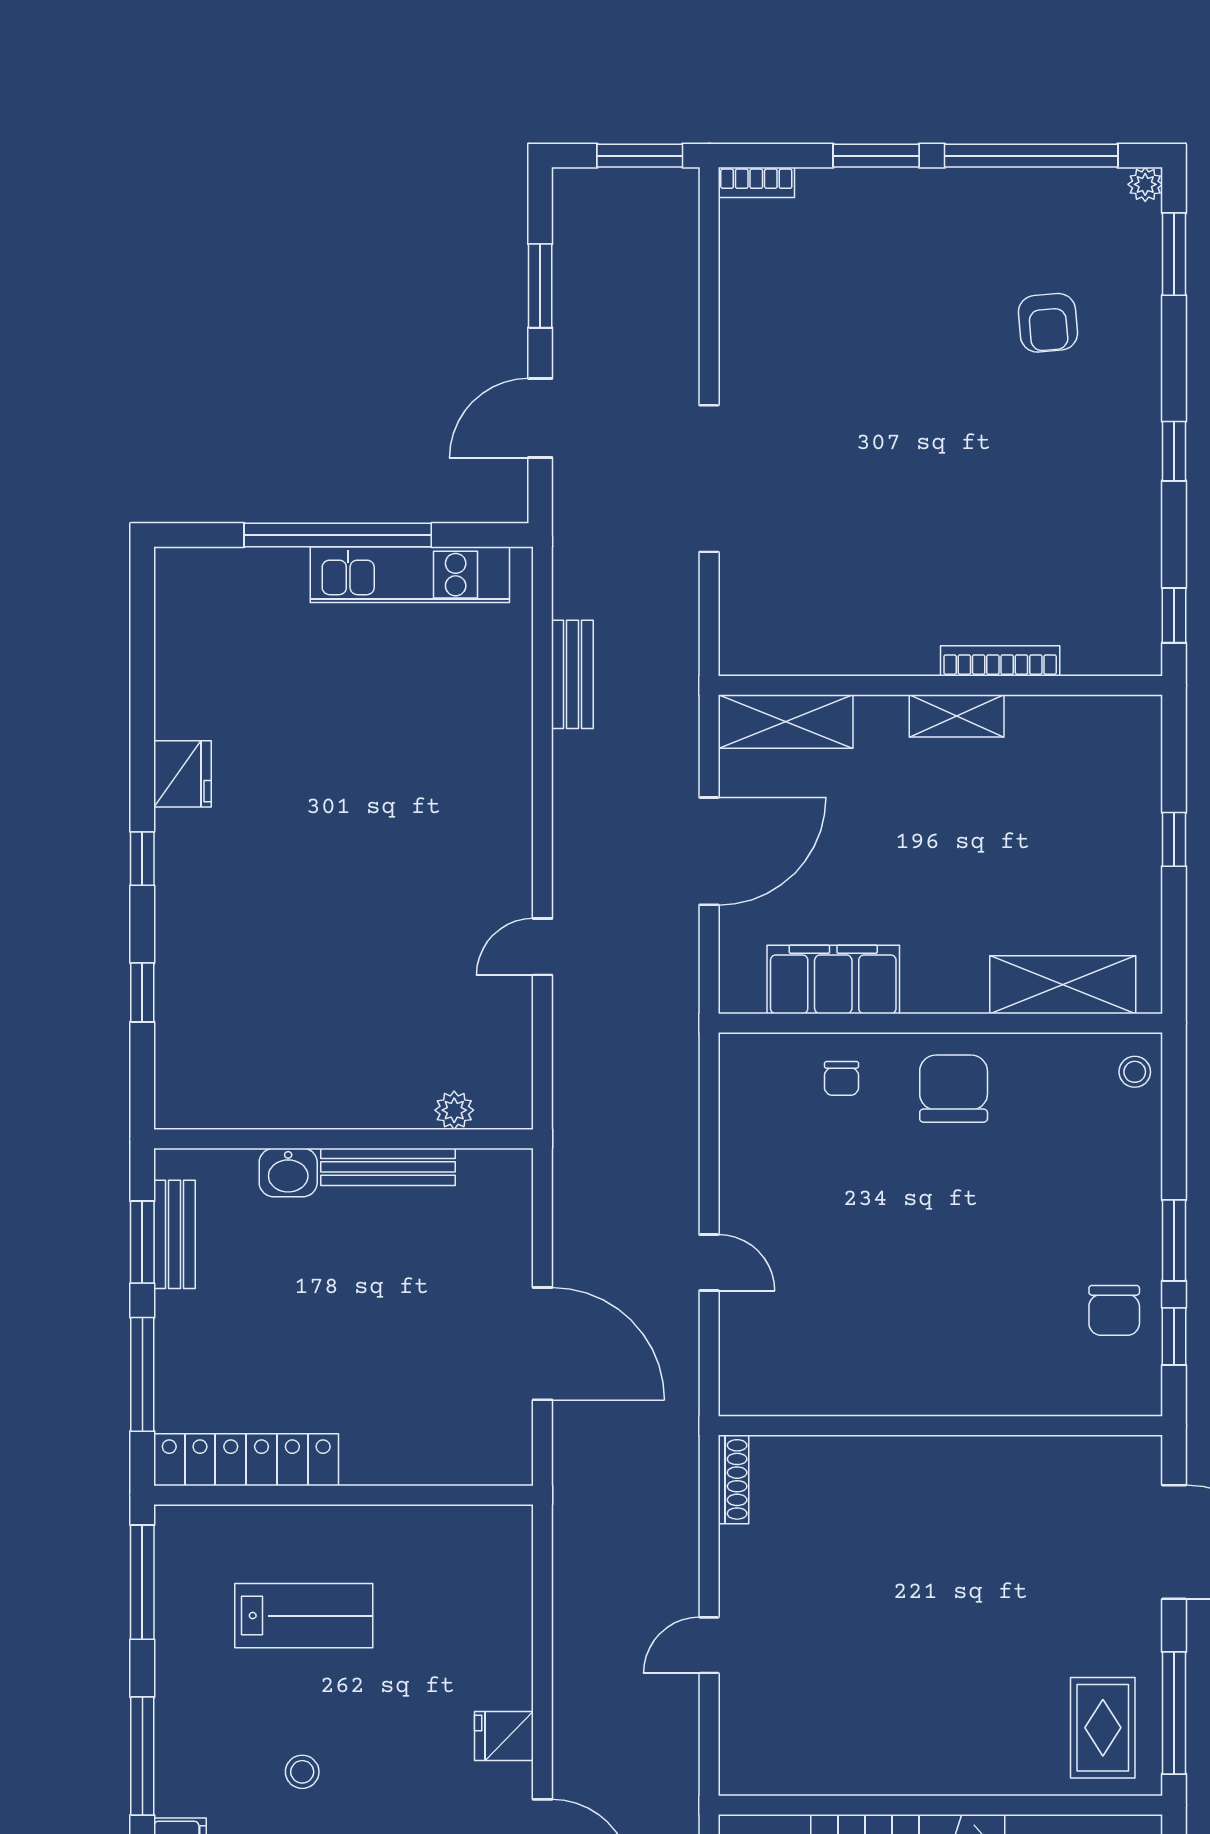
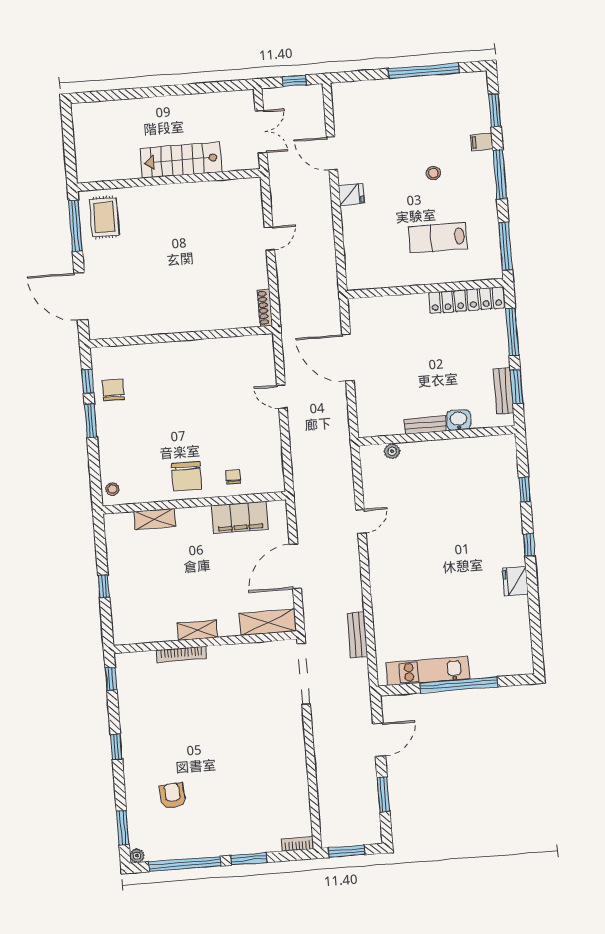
doorway: (709, 479) -> (304, 674), moved
shelving: (1063, 985) -> (155, 519), width x0.67, depth x0.75
bench: (388, 1167) -> (425, 425), width x0.73

